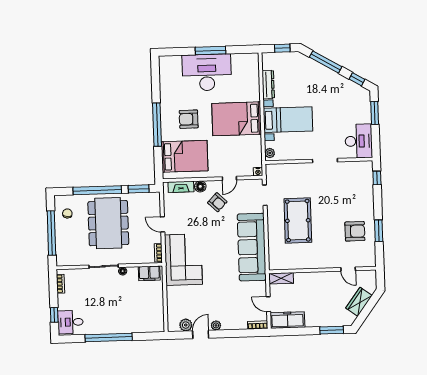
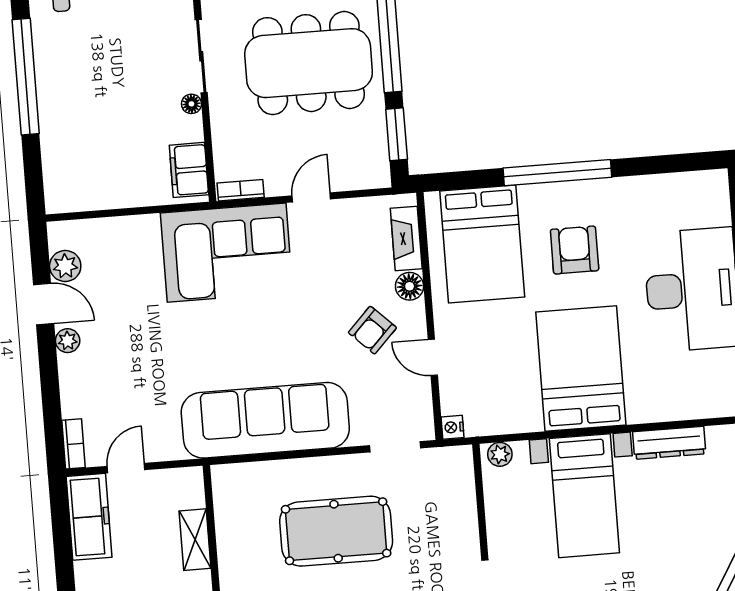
shelving: (281, 278) -> (195, 540), moved

